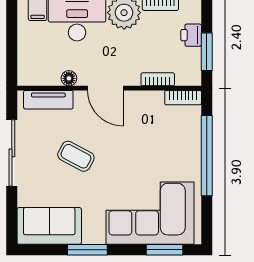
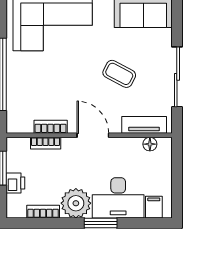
floor lamp: (69, 78) -> (150, 144), moved
bookcase: (183, 98) -> (51, 127), moved

